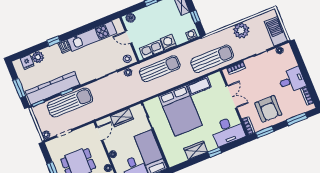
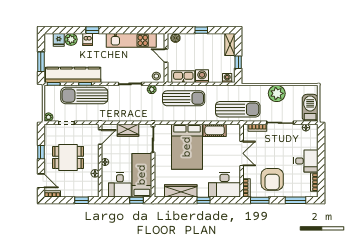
dishwasher: (64, 46) -> (88, 39), moved
sun lounger: (70, 102) -> (84, 96), turned 180
wardrobe: (196, 150) -> (181, 191), width x1.50

